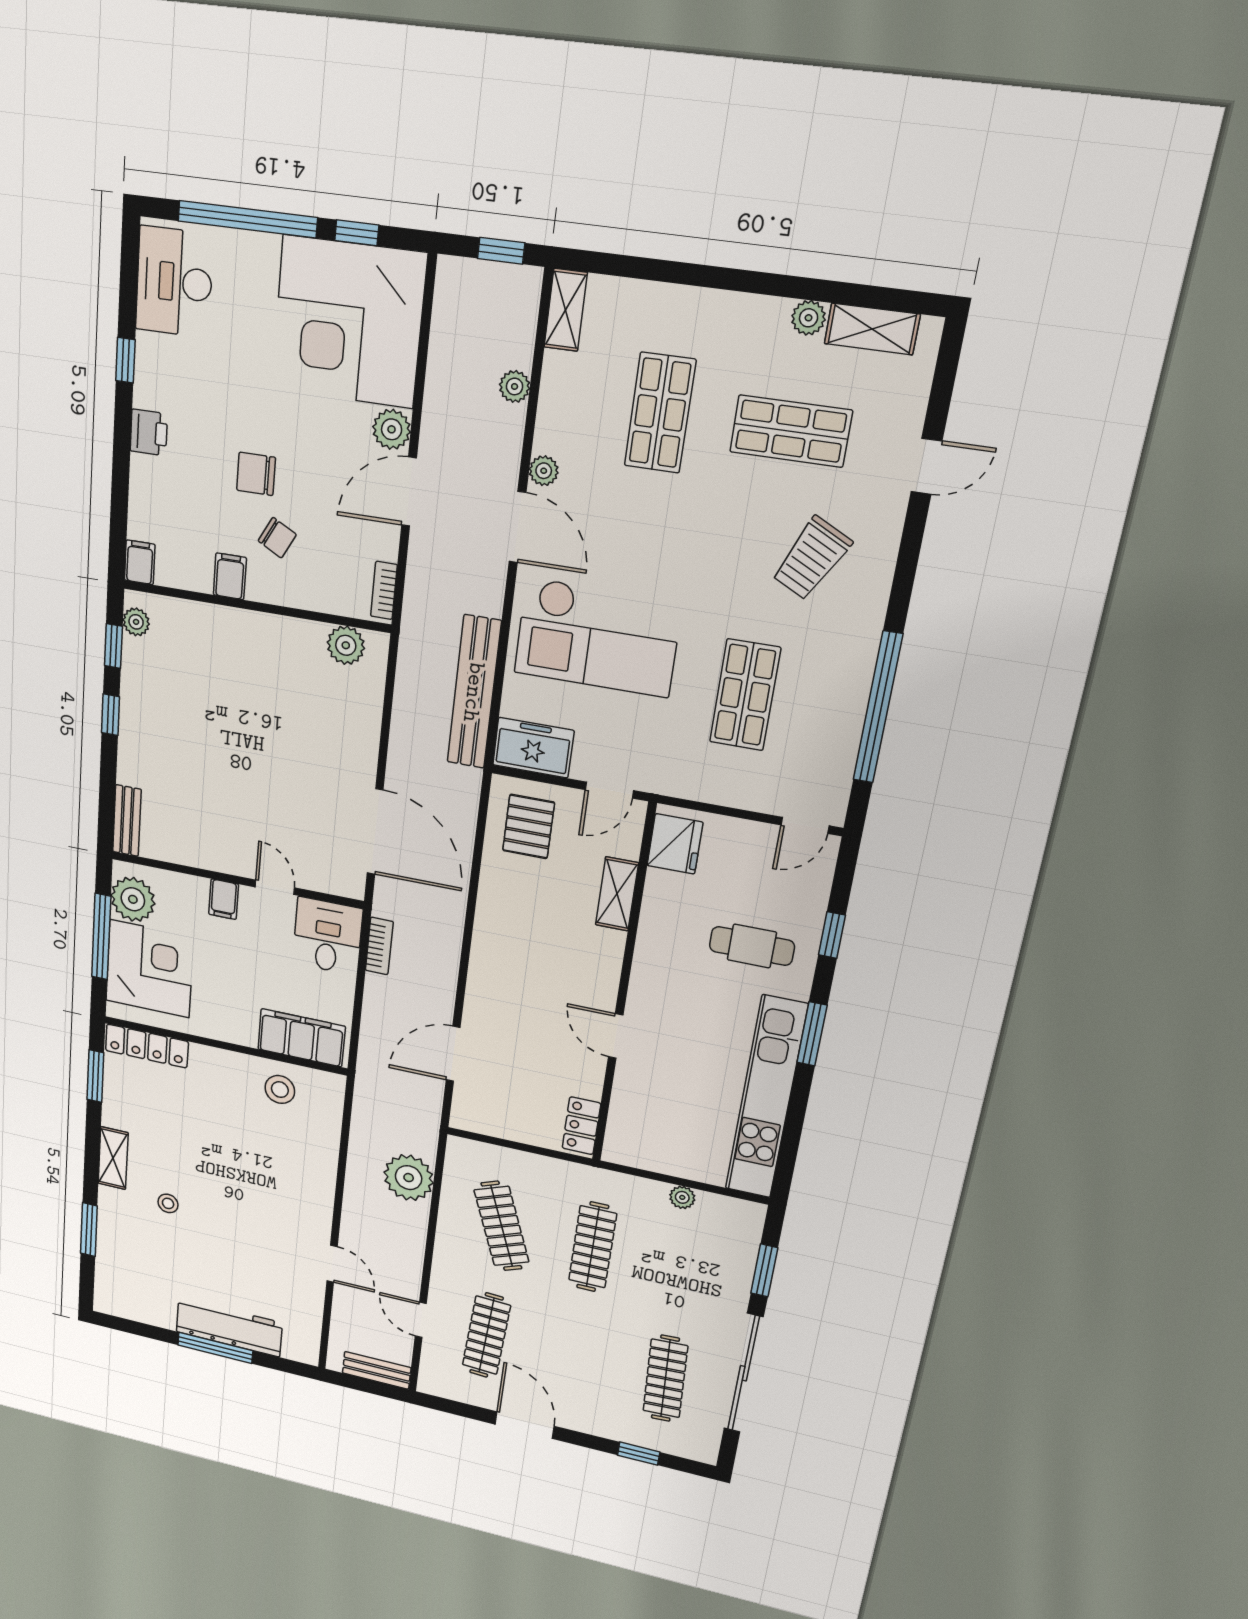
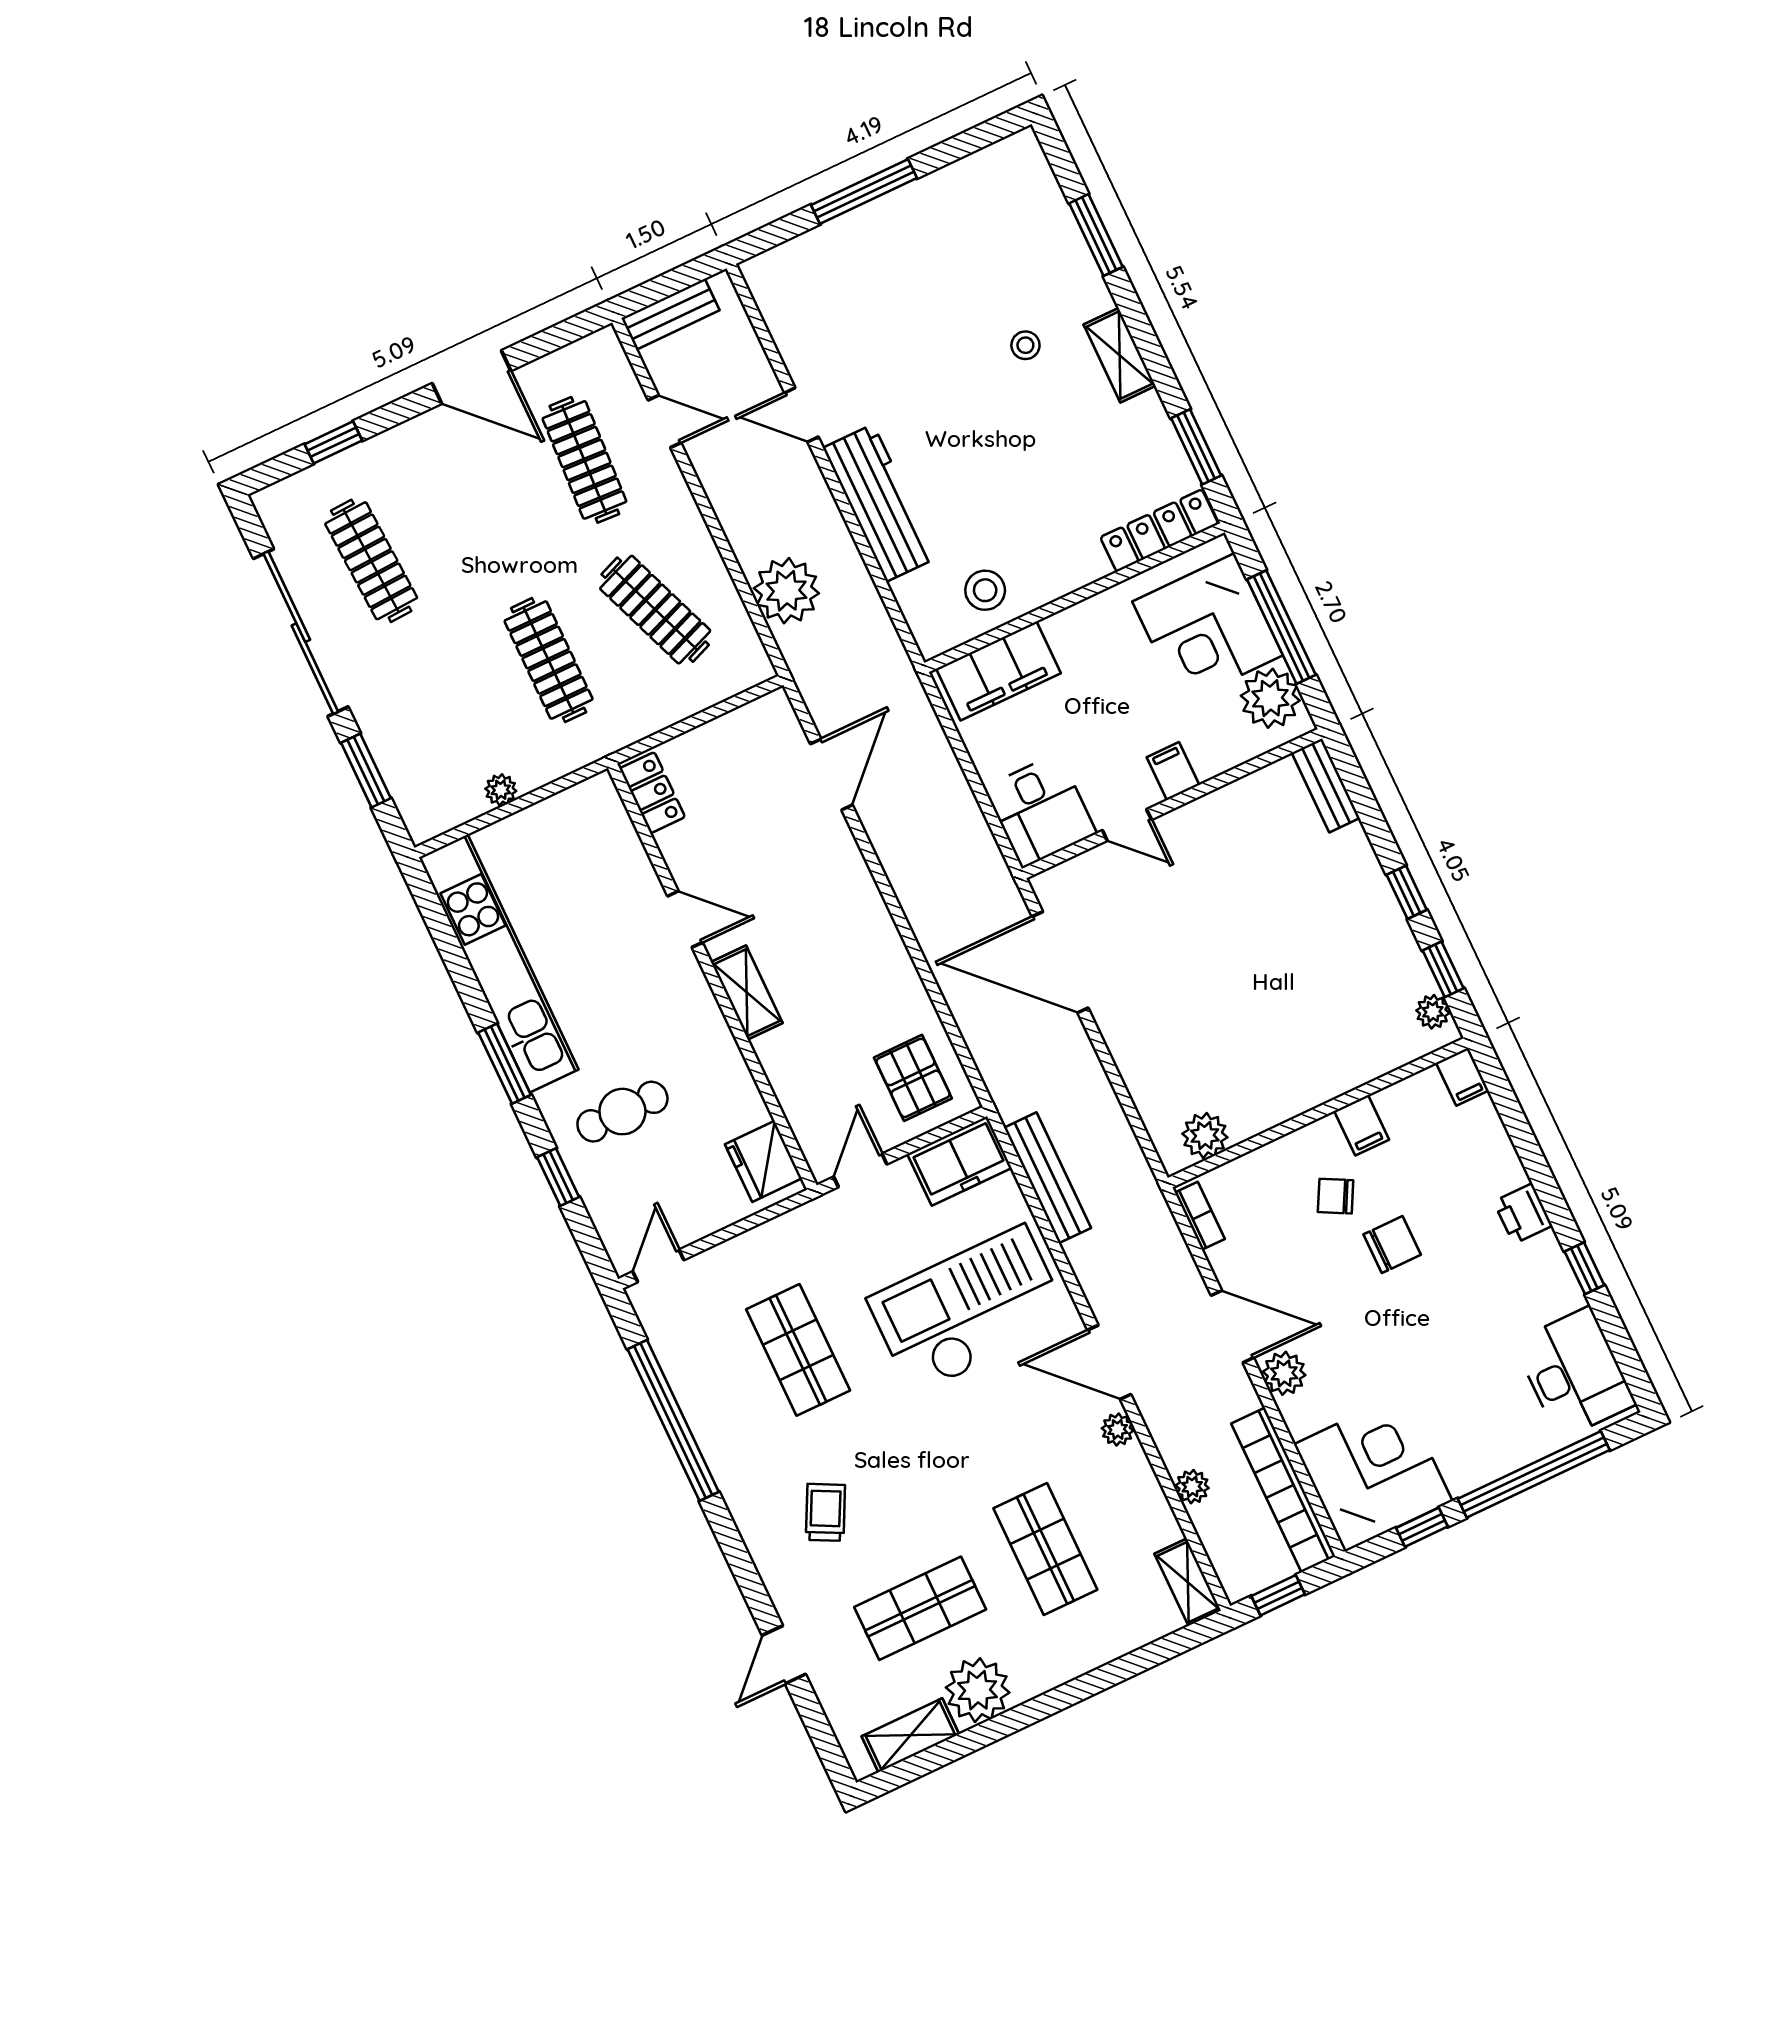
plant: (809, 318) -> (978, 1690), width x1.88, depth x1.88
corner desk: (348, 322) -> (1373, 1473), width x0.74, depth x0.74
door: (409, 492) -> (1232, 1327), hinge flipped
trolley: (812, 558) -> (825, 1512), width x0.73, depth x0.72
bench: (474, 692) -> (1048, 1178), width x0.73, depth x0.82
shelving: (617, 894) -> (747, 993), moved
bookcase: (379, 946) -> (1283, 1490), moved, width x2.31, depth x1.31
workbench: (229, 1327) -> (880, 503), moved, turned -90

